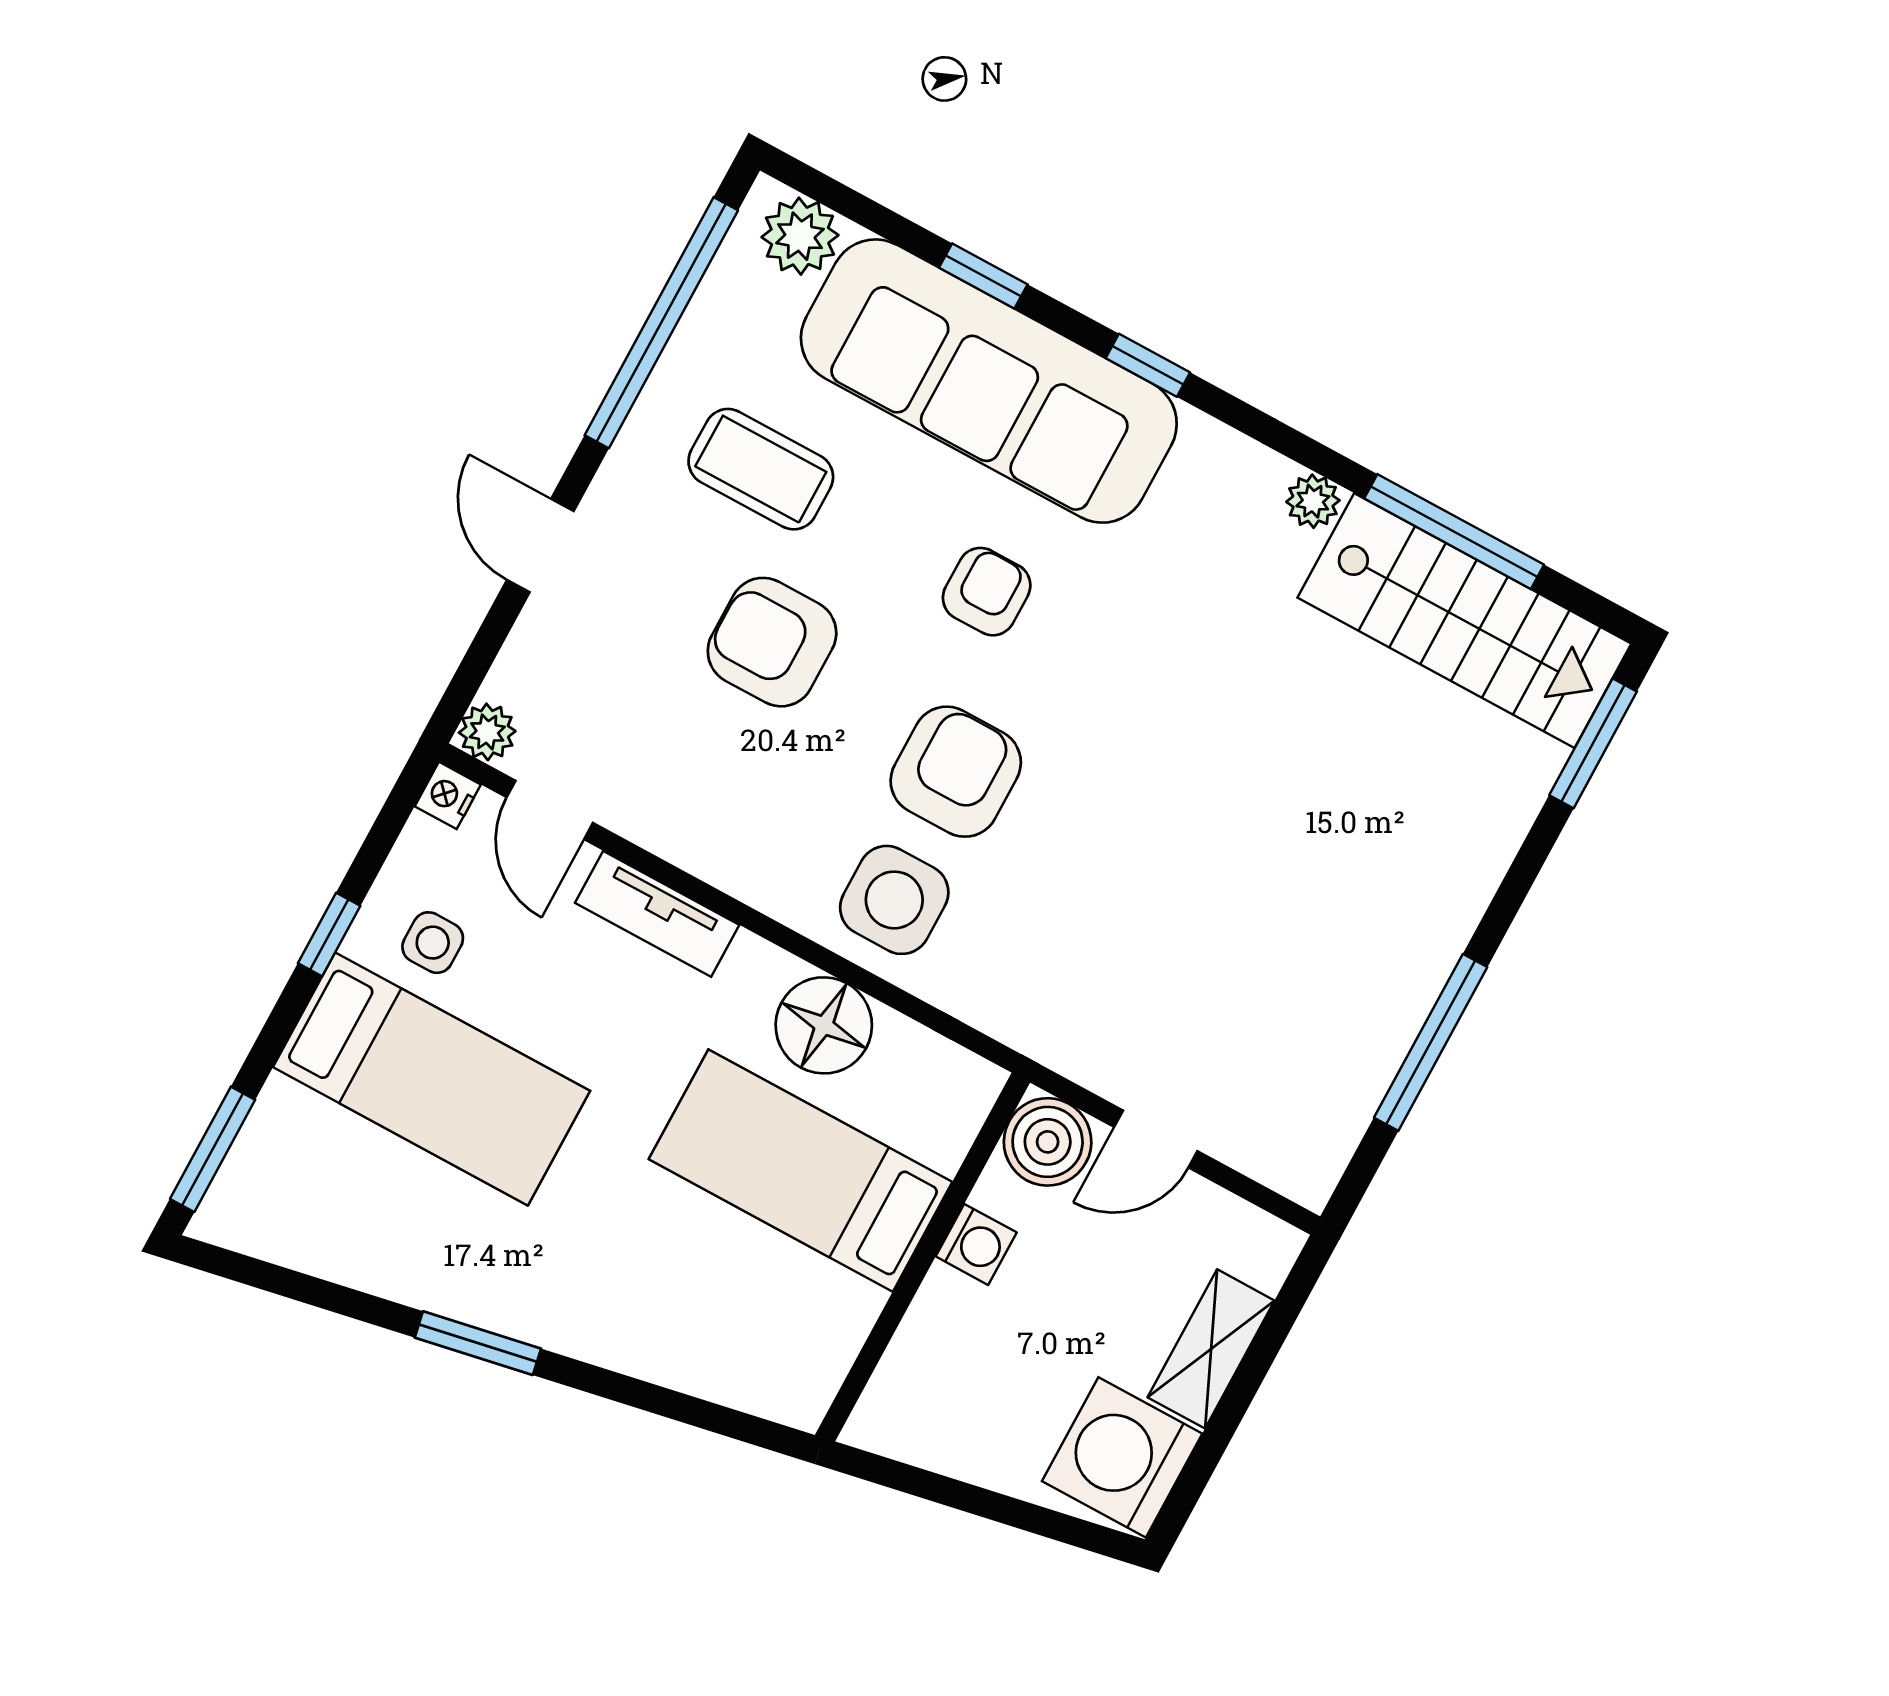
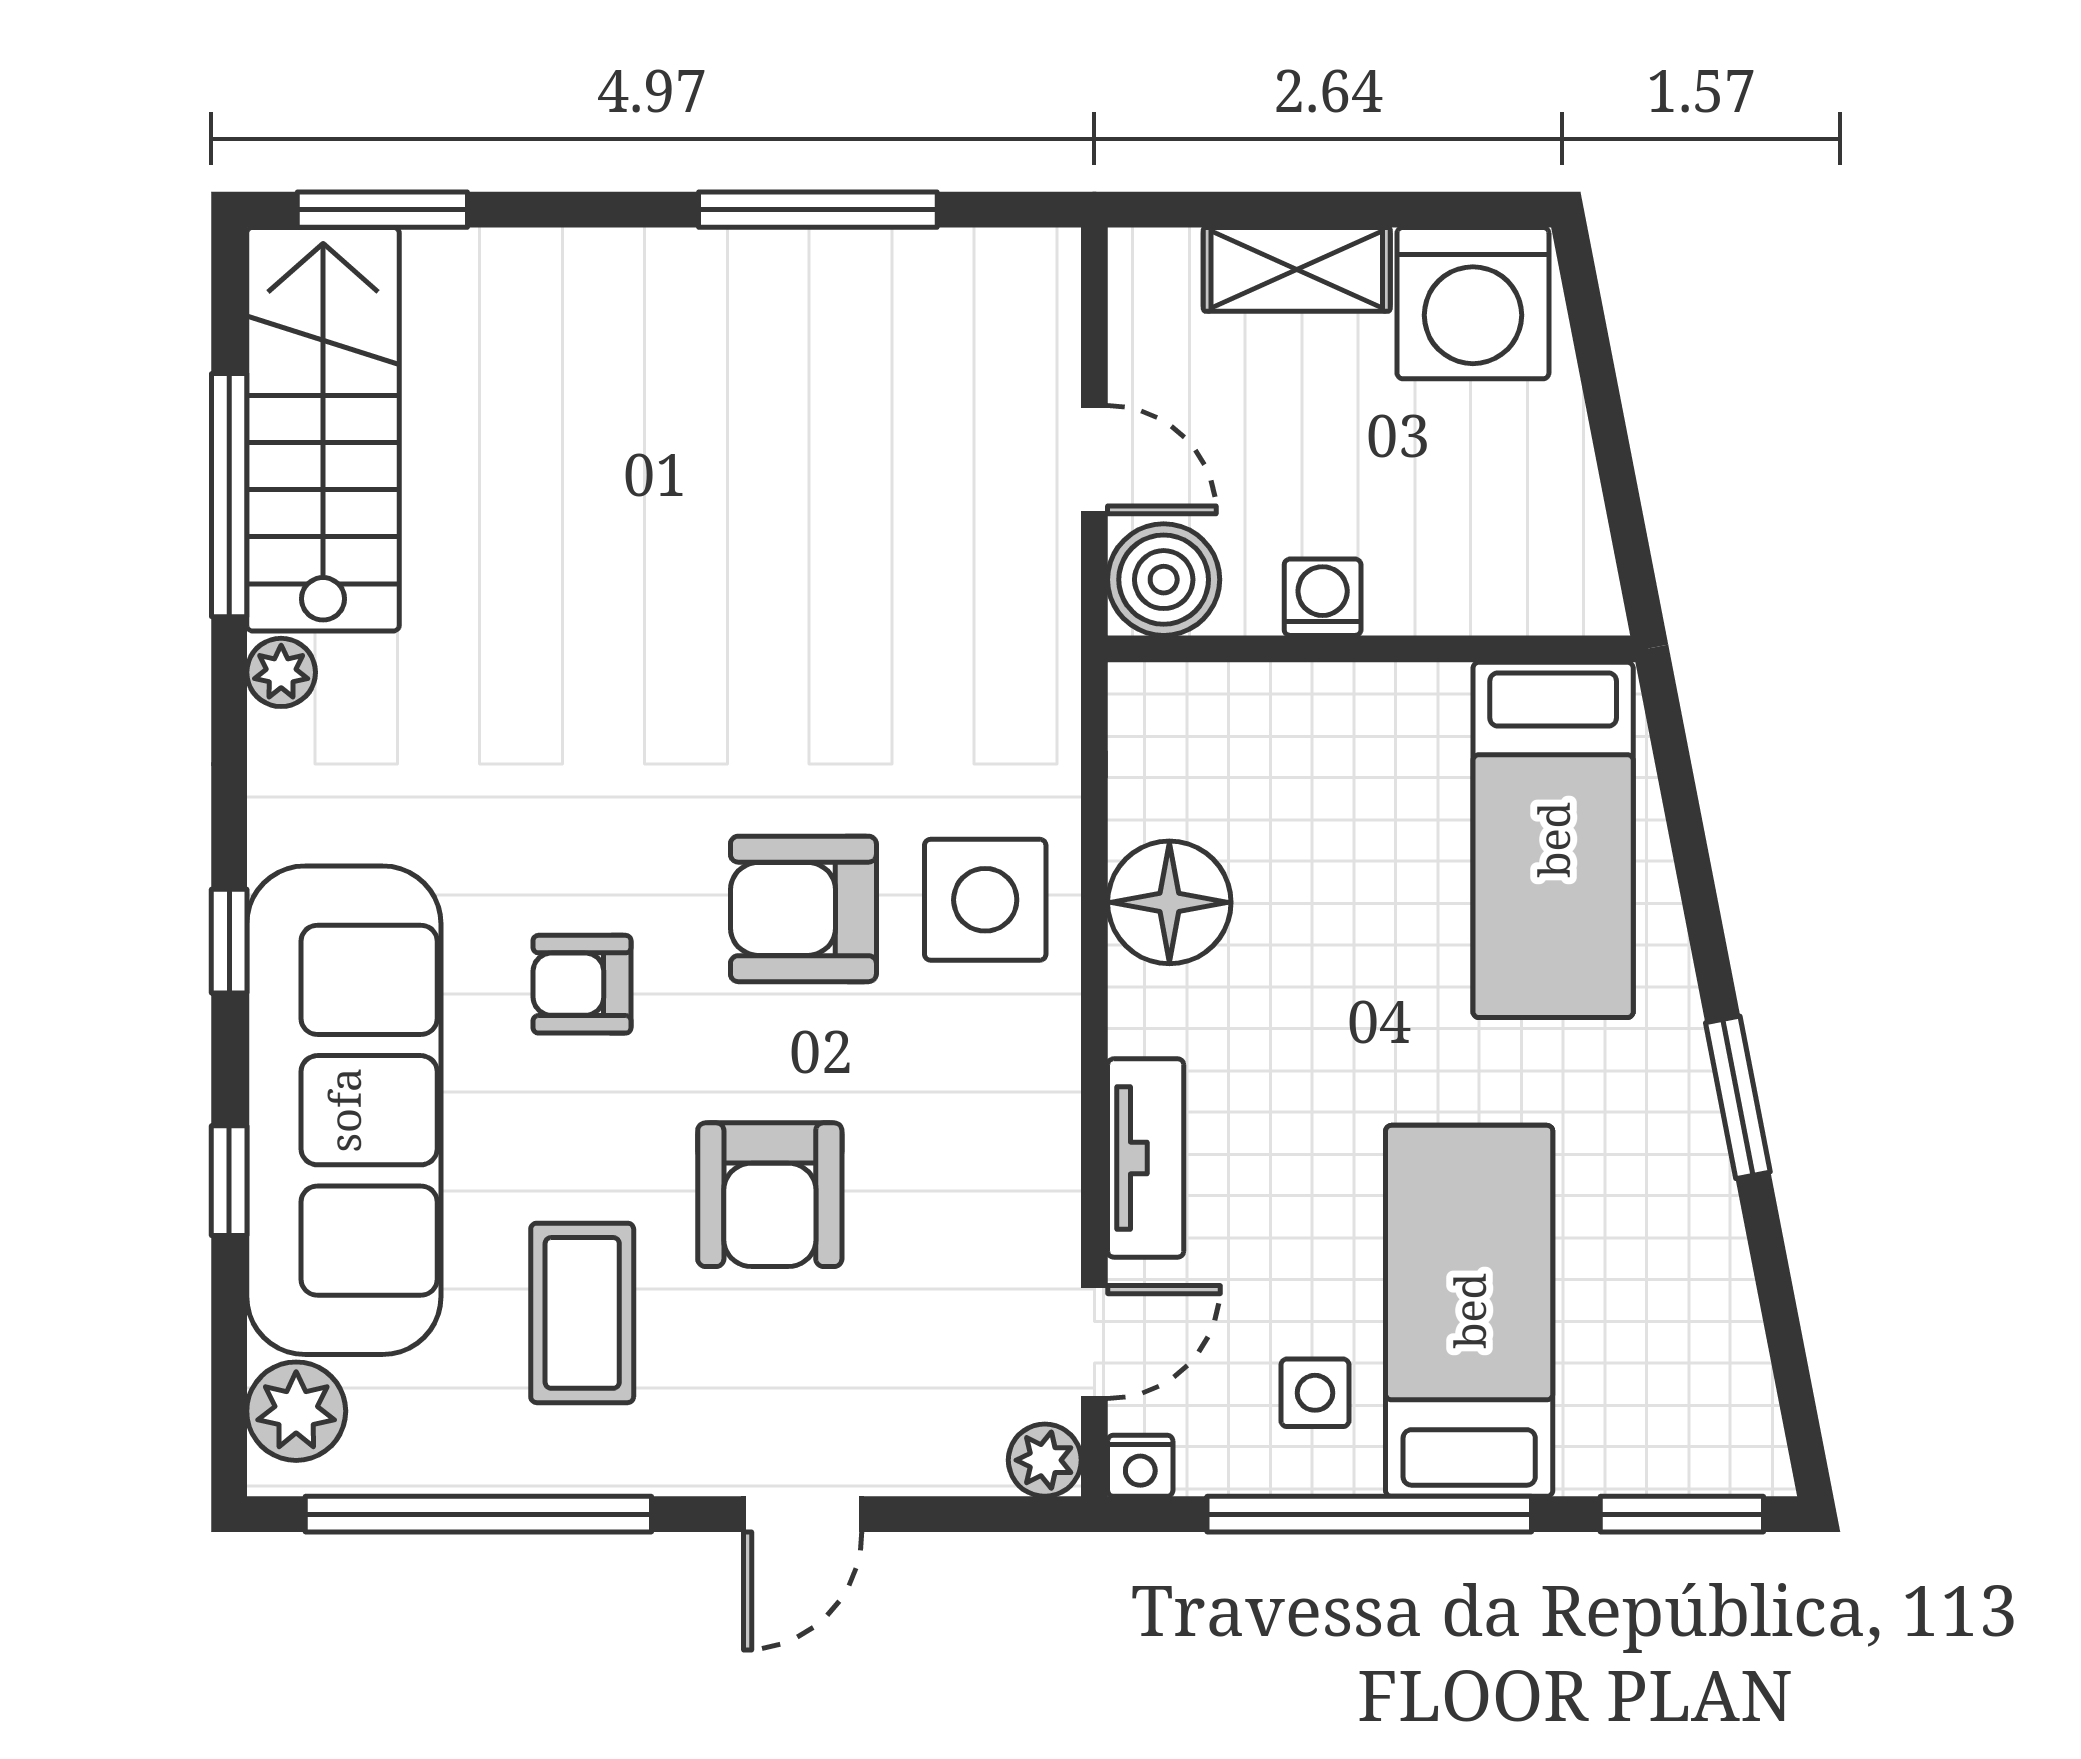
window: (329, 935) -> (1369, 1514), width x3.17
bed: (801, 1171) -> (1553, 840), moved

